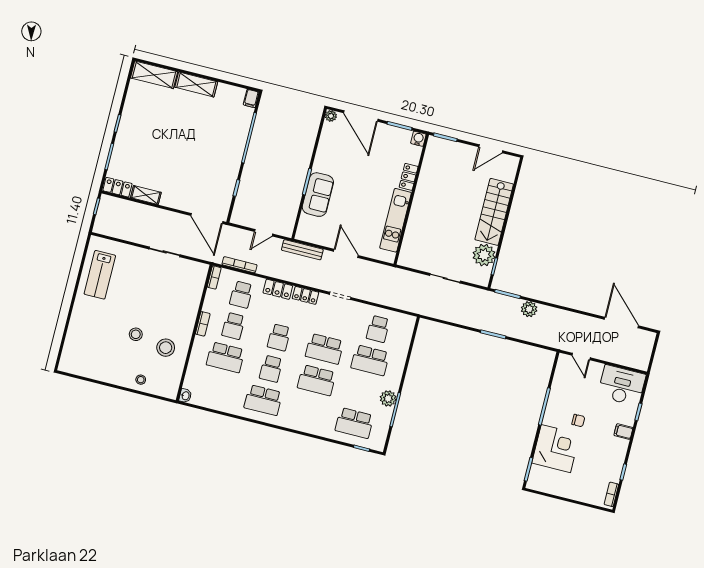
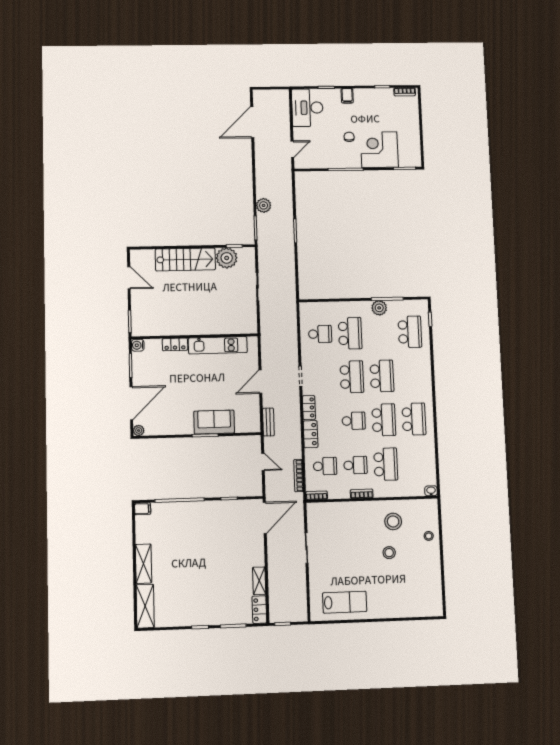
bench: (302, 250) -> (268, 422), width x0.73
school desk: (271, 369) -> (384, 420), width x1.85

